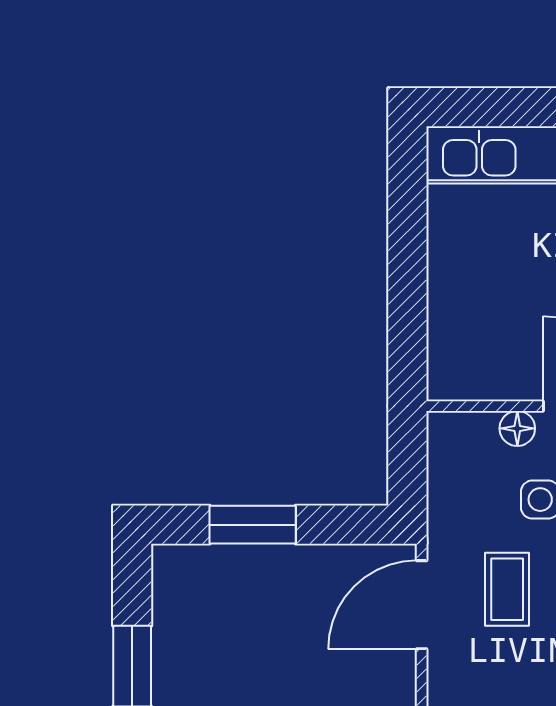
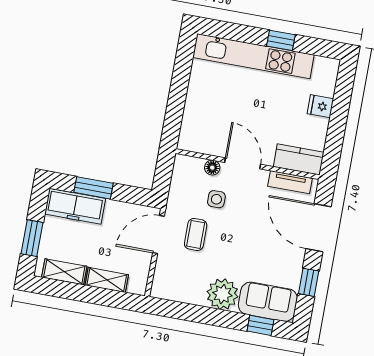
freezer: (218, 575) -> (75, 206), added

